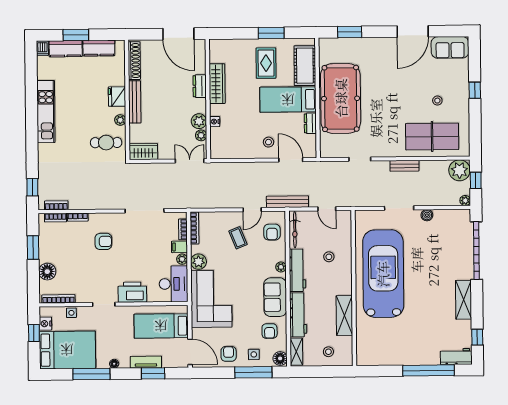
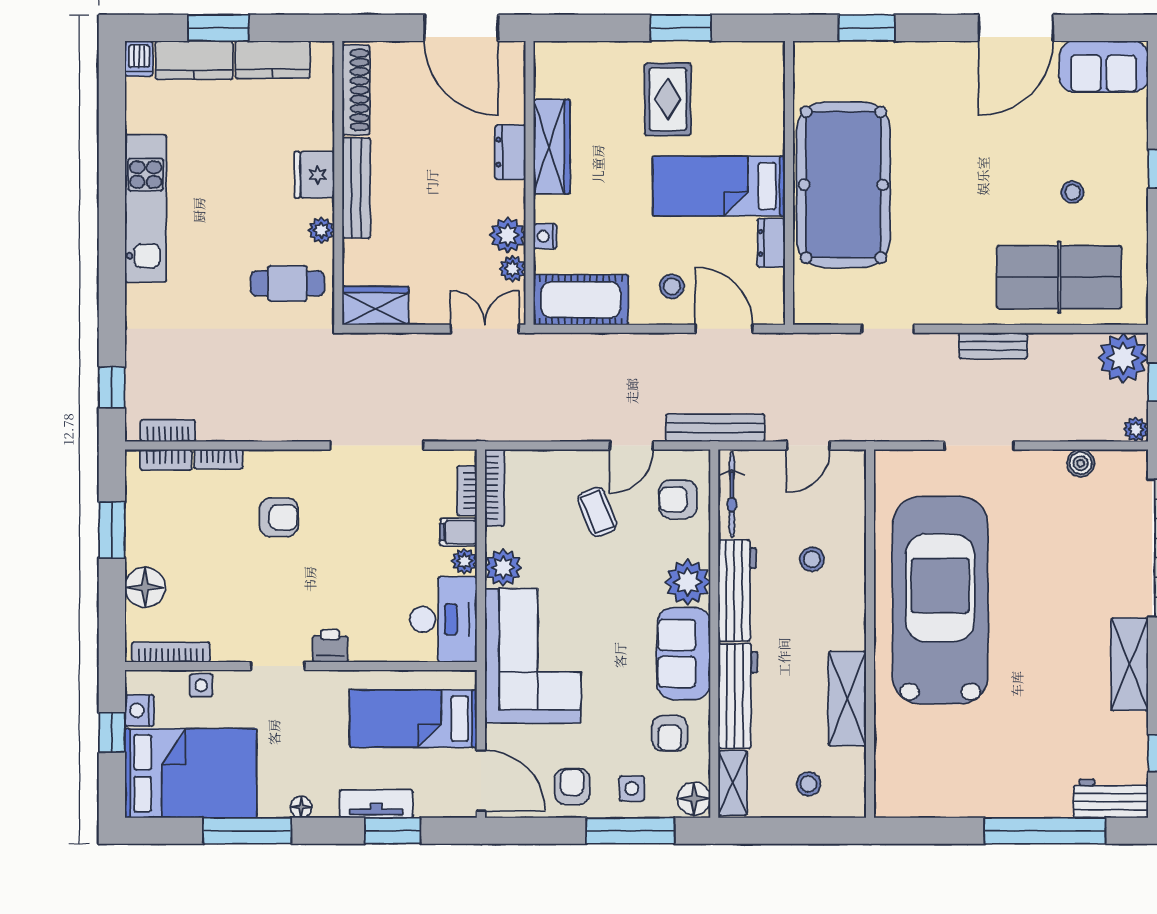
cot: (305, 66) -> (581, 300), moved, turned 90
door: (327, 209) -> (808, 446), hinge flipped
boiler: (427, 215) -> (1081, 463), moved
armchair: (272, 232) -> (678, 499), turned 90
plant: (281, 267) -> (688, 582), width x1.87, depth x1.87
printer: (132, 292) -> (330, 646), width x0.53, depth x0.68

